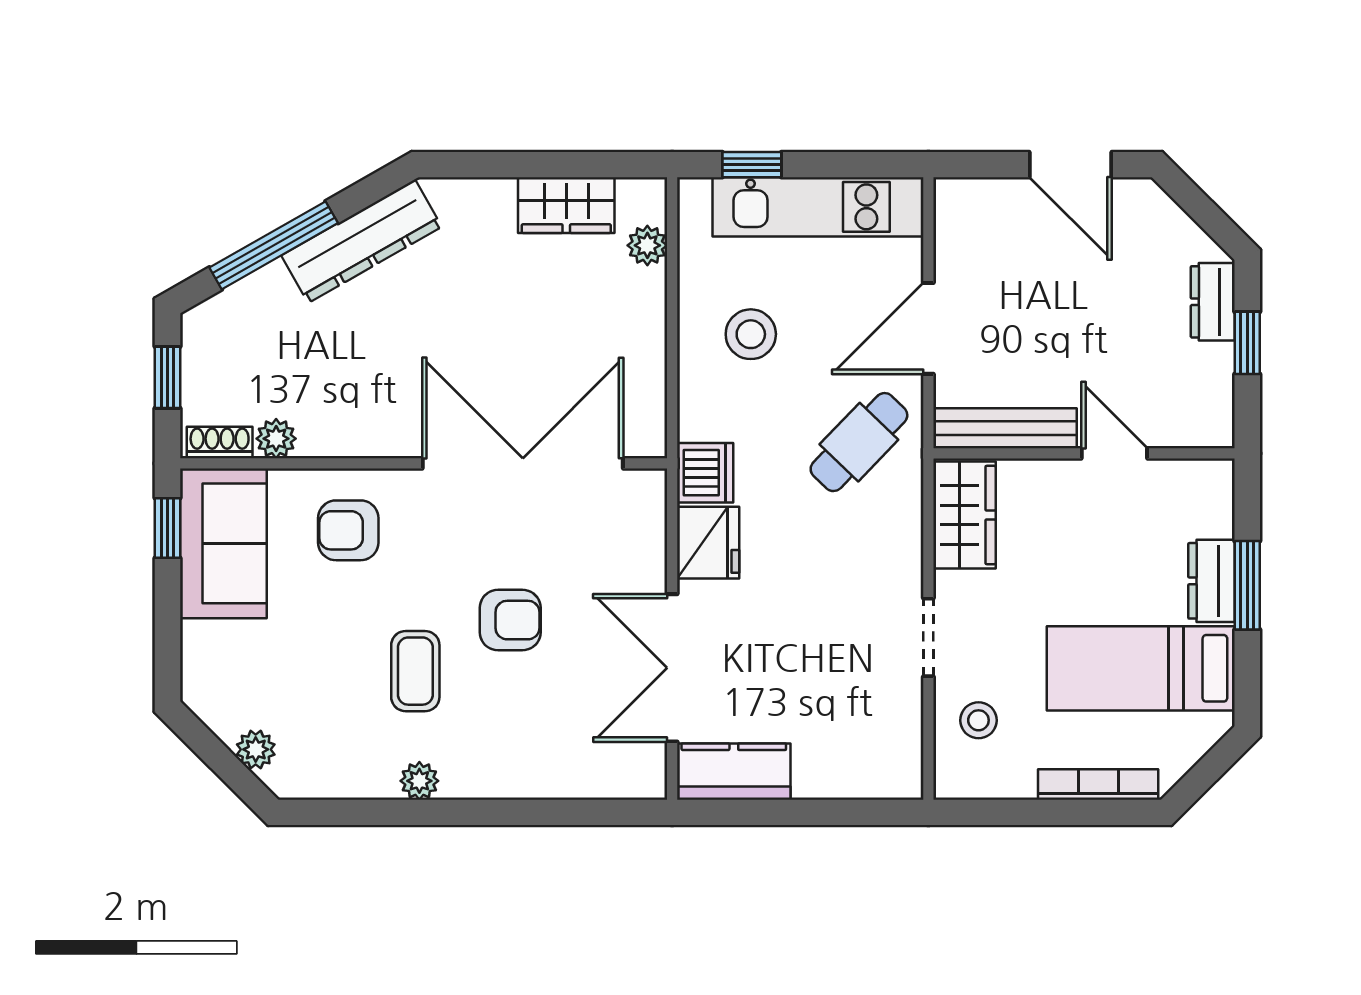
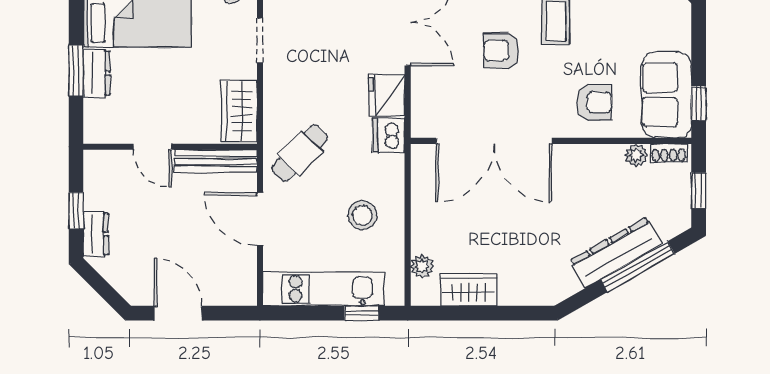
dresser: (362, 241) -> (616, 253), moved
door: (928, 328) -> (260, 219), swing flipped

